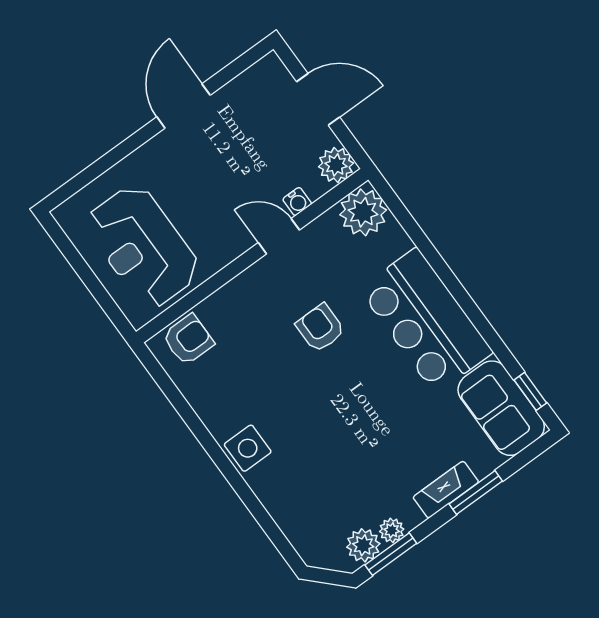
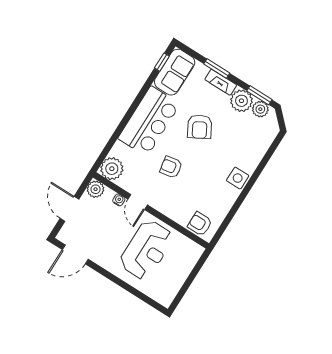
door: (183, 106) -> (75, 254), moved
reception desk: (143, 246) -> (146, 250), moved
armchair: (320, 328) -> (171, 167), turned 80
armchair: (376, 414) -> (200, 127), added
plant: (392, 530) -> (241, 101), width x1.88, depth x1.88

